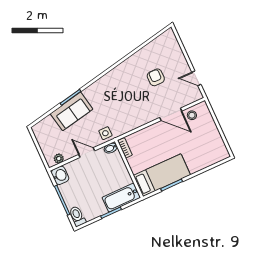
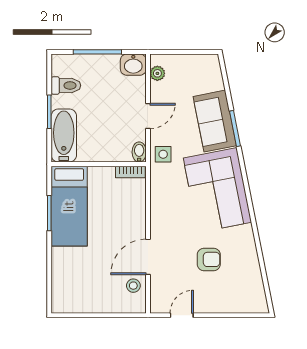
corner sofa: (112, 91) -> (217, 190), added
toilet: (77, 216) -> (66, 85), moved

